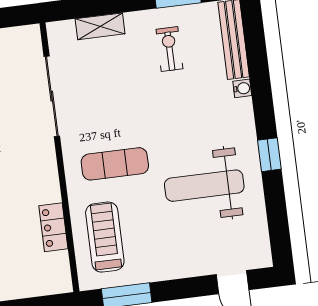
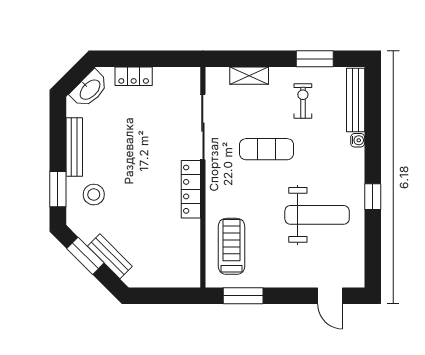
exercise mat: (115, 164) -> (267, 149), moved
weight bench: (204, 186) -> (317, 215), turned 180
locker: (53, 227) -> (191, 189), moved, width x1.53

